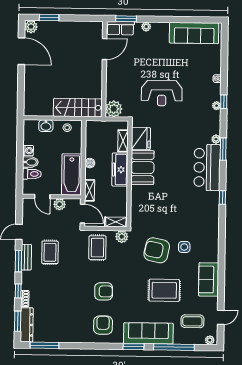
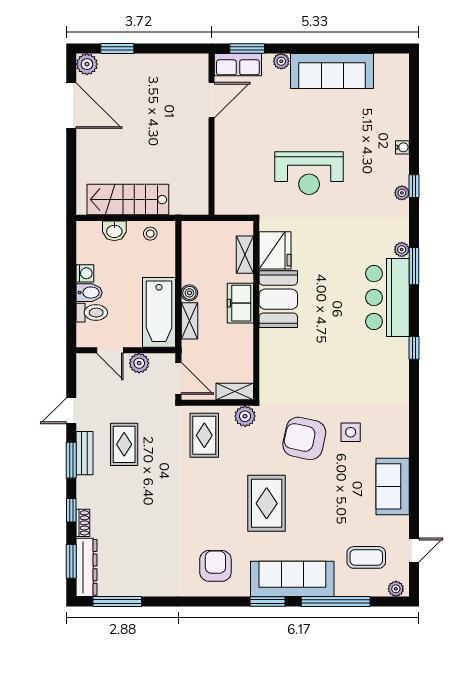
sofa: (194, 33) -> (332, 71), moved
stairs: (78, 108) -> (128, 200), moved
plant: (114, 109) -> (228, 201), removed
freezer: (120, 170) -> (240, 303), width x0.71
shelving: (90, 190) -> (190, 321), moved
rug: (164, 290) -> (267, 503), moved, turned 90
armchair: (104, 291) -> (216, 509), removed

